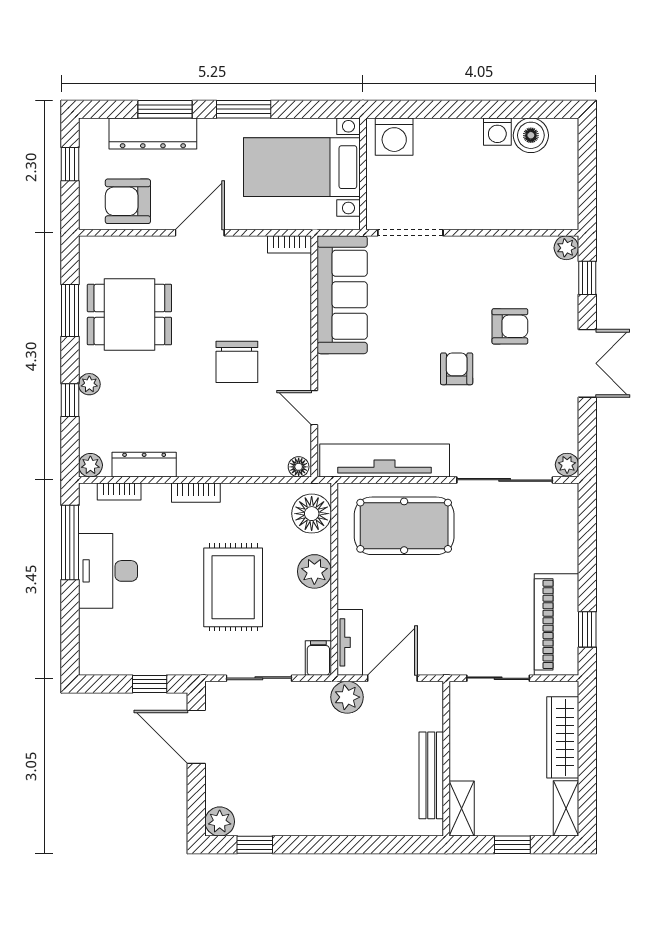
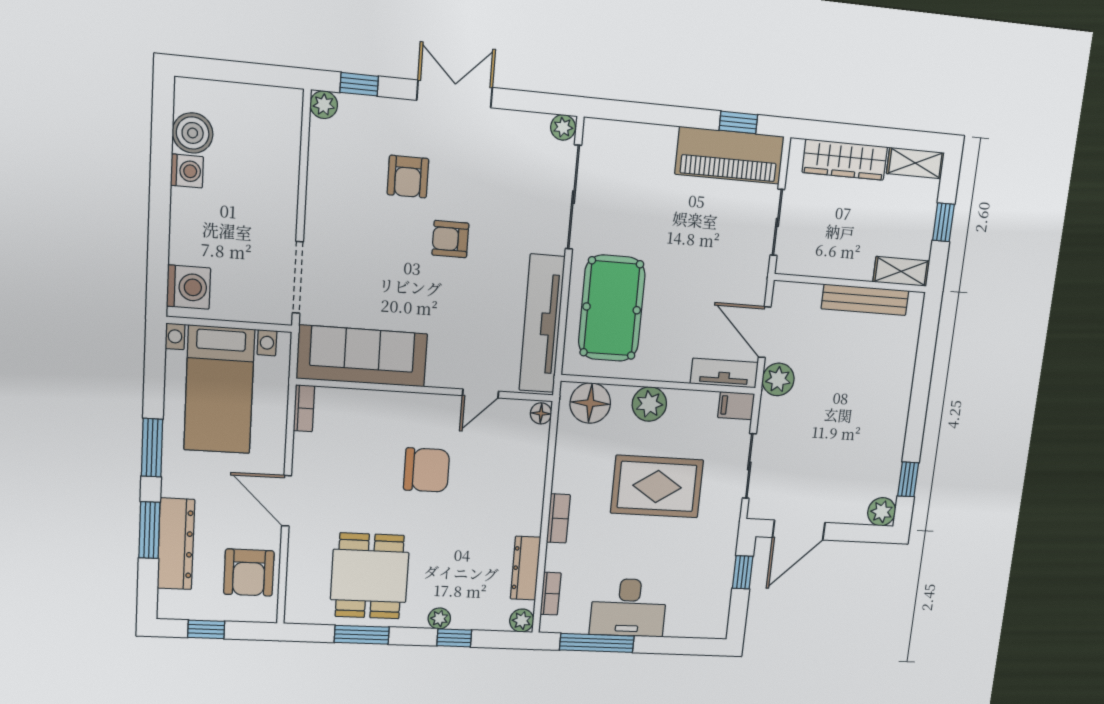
armchair: (510, 326) -> (408, 177), turned 180

